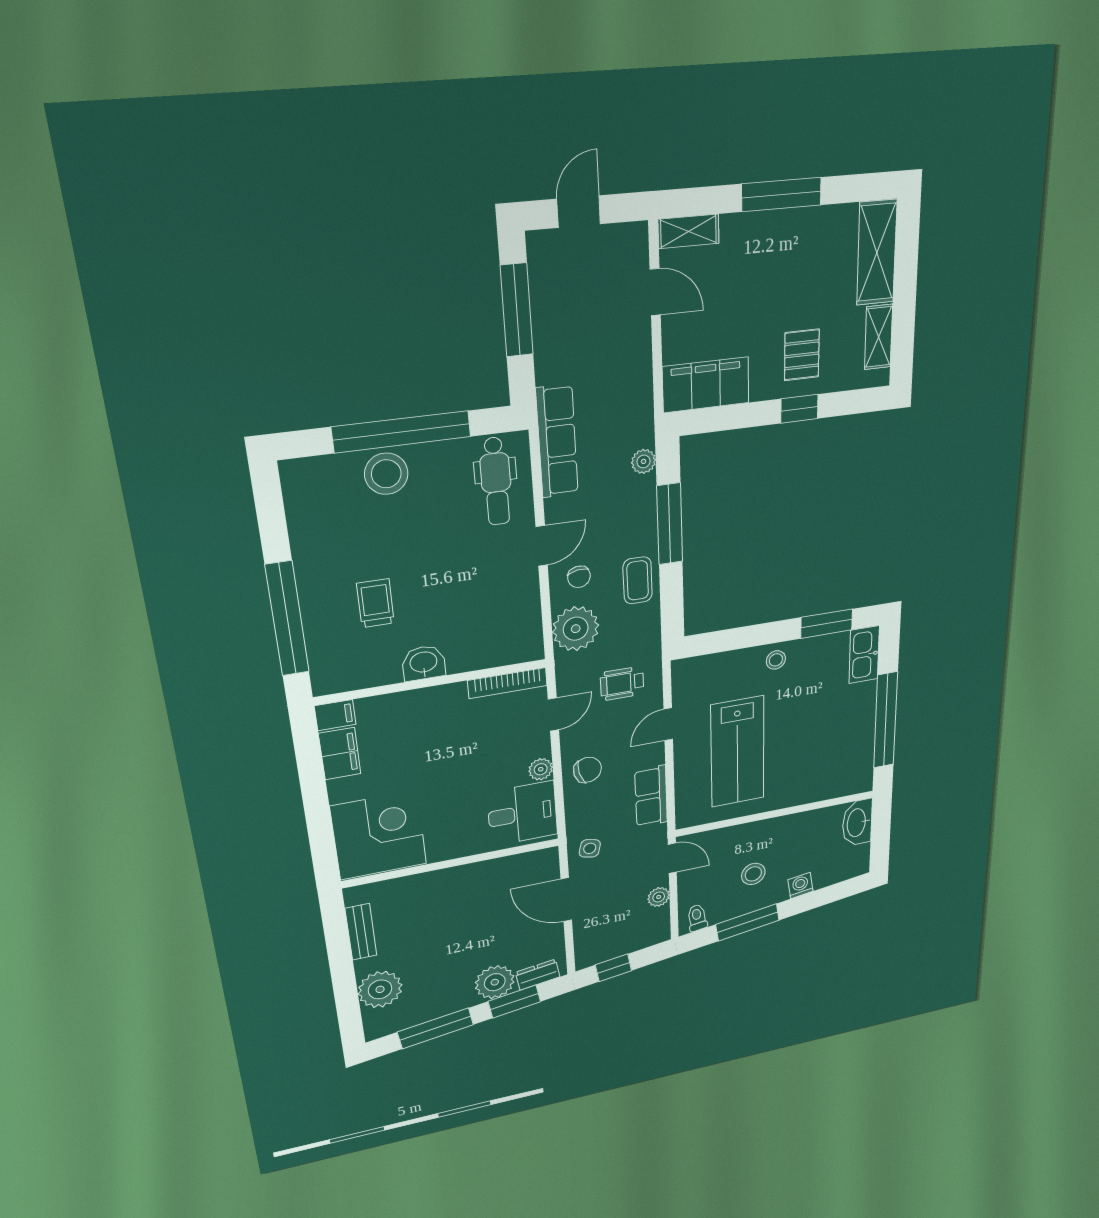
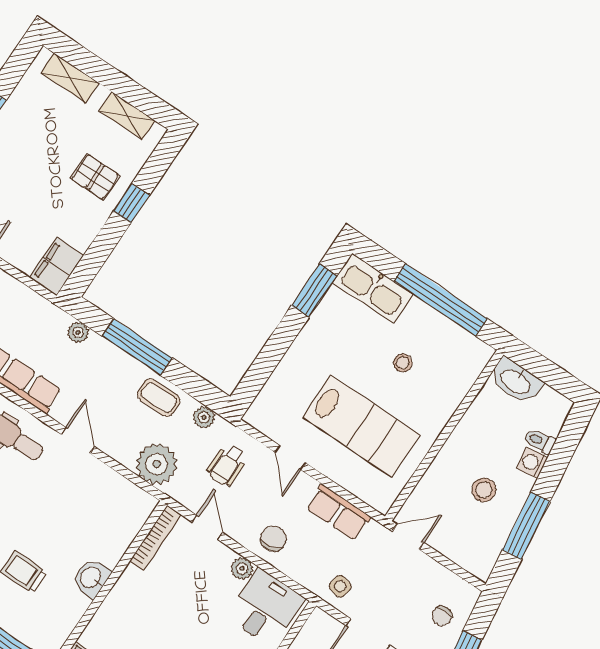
shelving: (877, 253) -> (70, 78), width x0.67, depth x0.75
filing cabinet: (706, 385) -> (57, 267), width x0.67, depth x0.86
chair: (579, 577) -> (442, 616), moved, turned 99
kitchen sink: (864, 655) -> (373, 288), width x1.36, depth x1.24
stool: (776, 660) -> (403, 363), moved
plant: (659, 897) -> (204, 417), moved
toilet: (697, 918) -> (540, 441), moved

